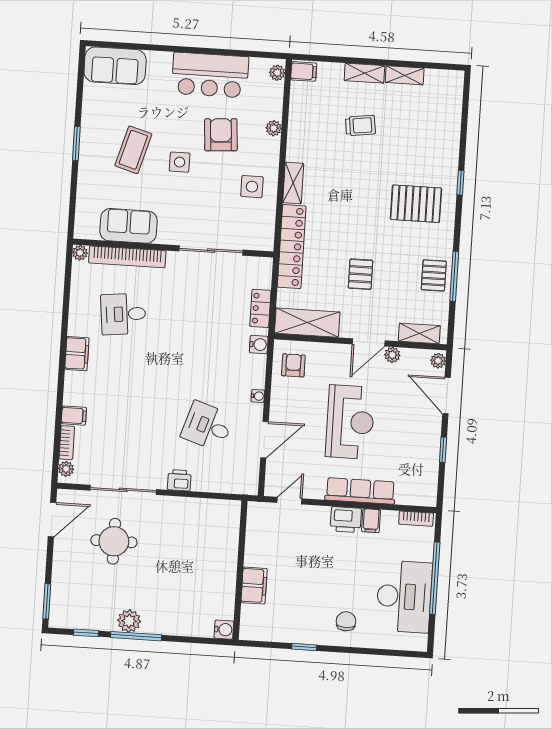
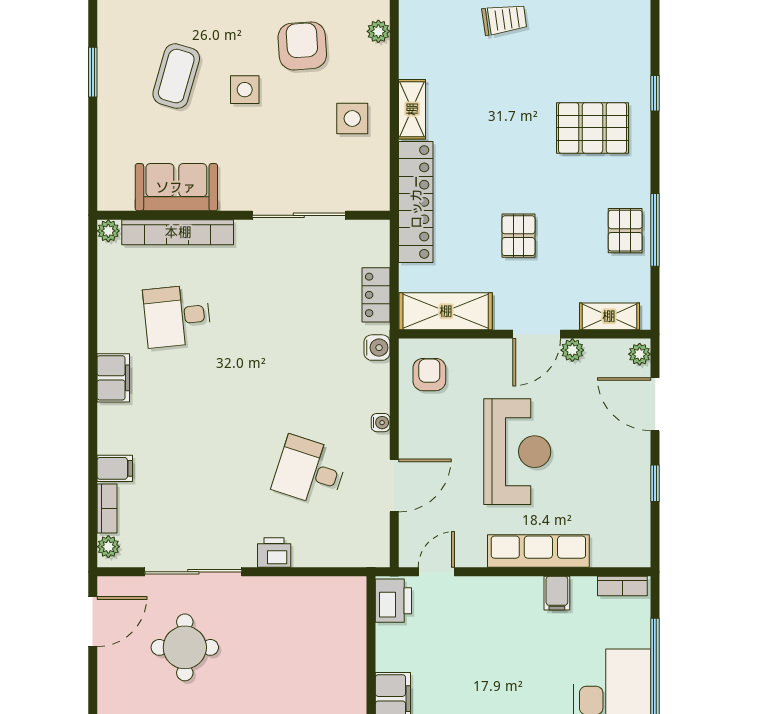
printer: (346, 520) -> (393, 601), moved, turned -90

